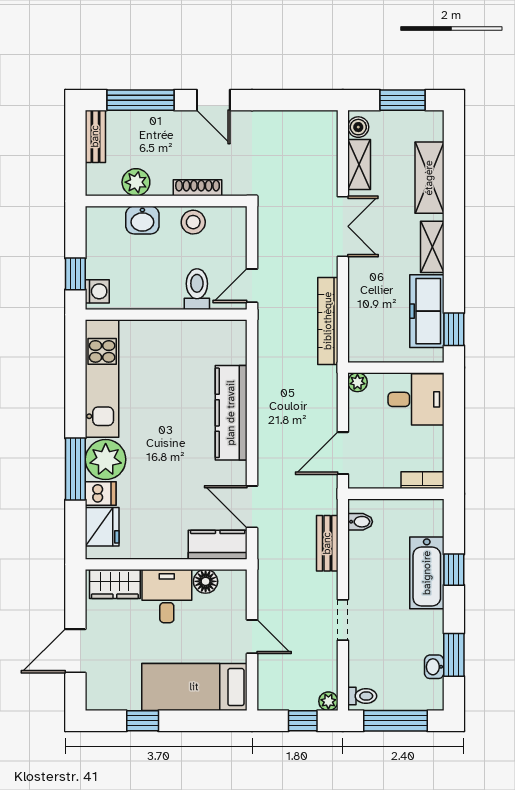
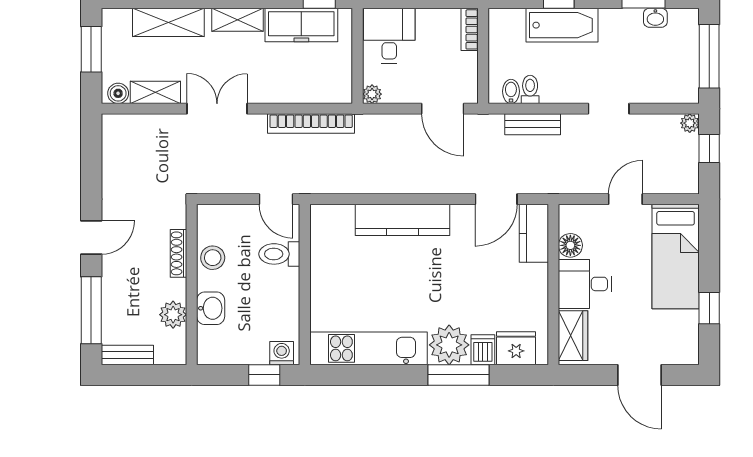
toilet: (362, 696) -> (530, 89), moved

